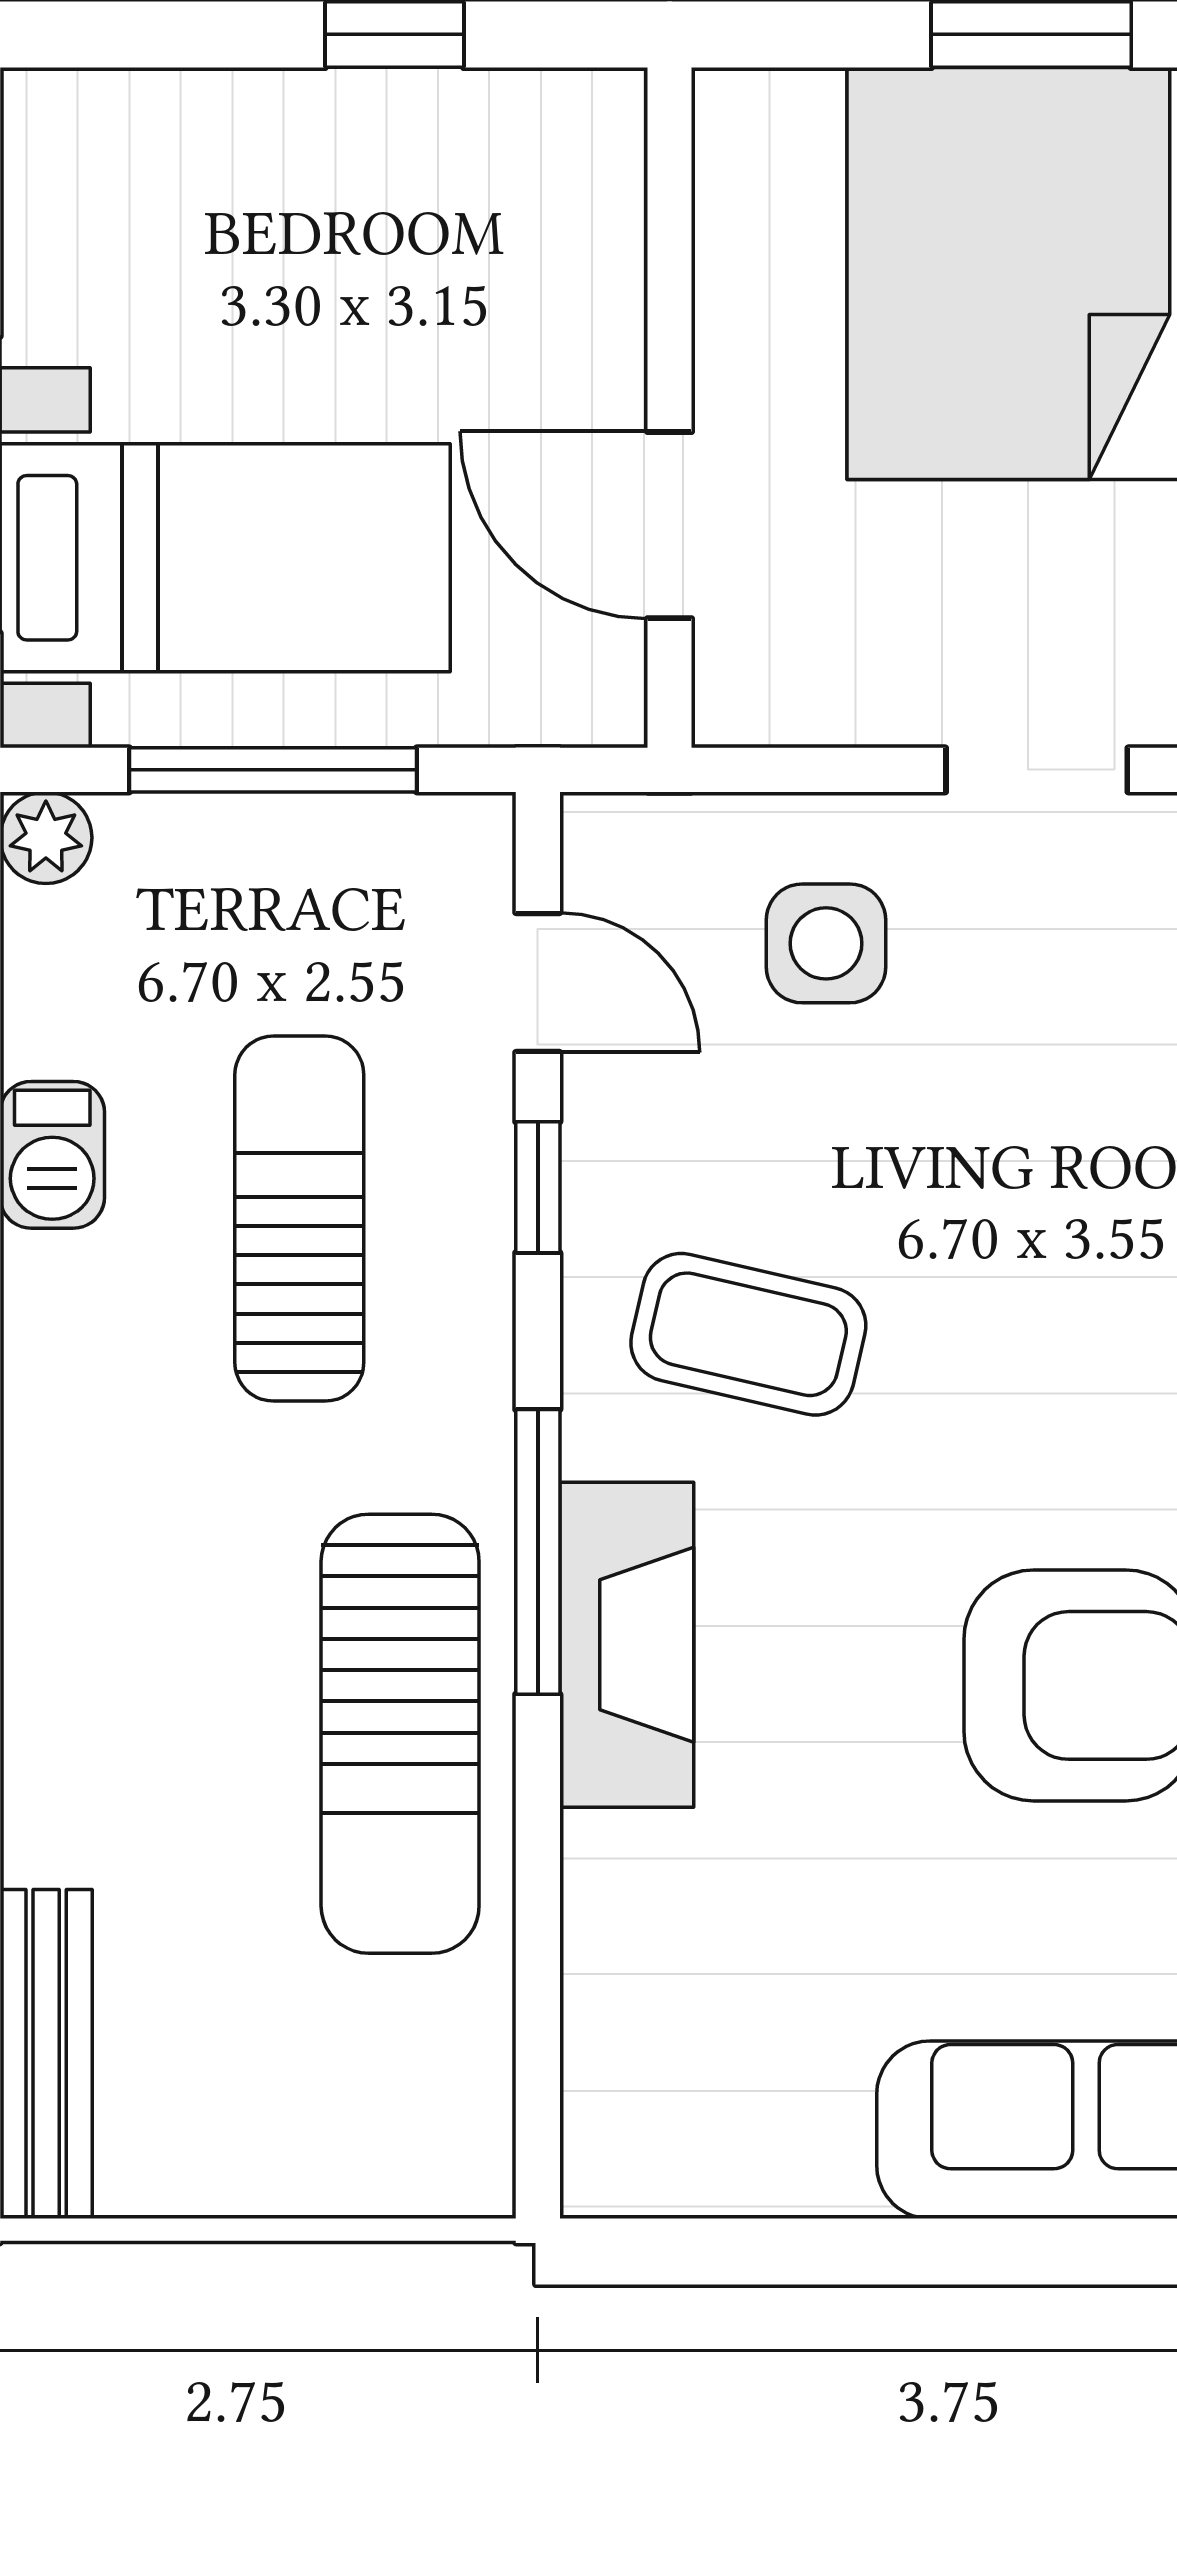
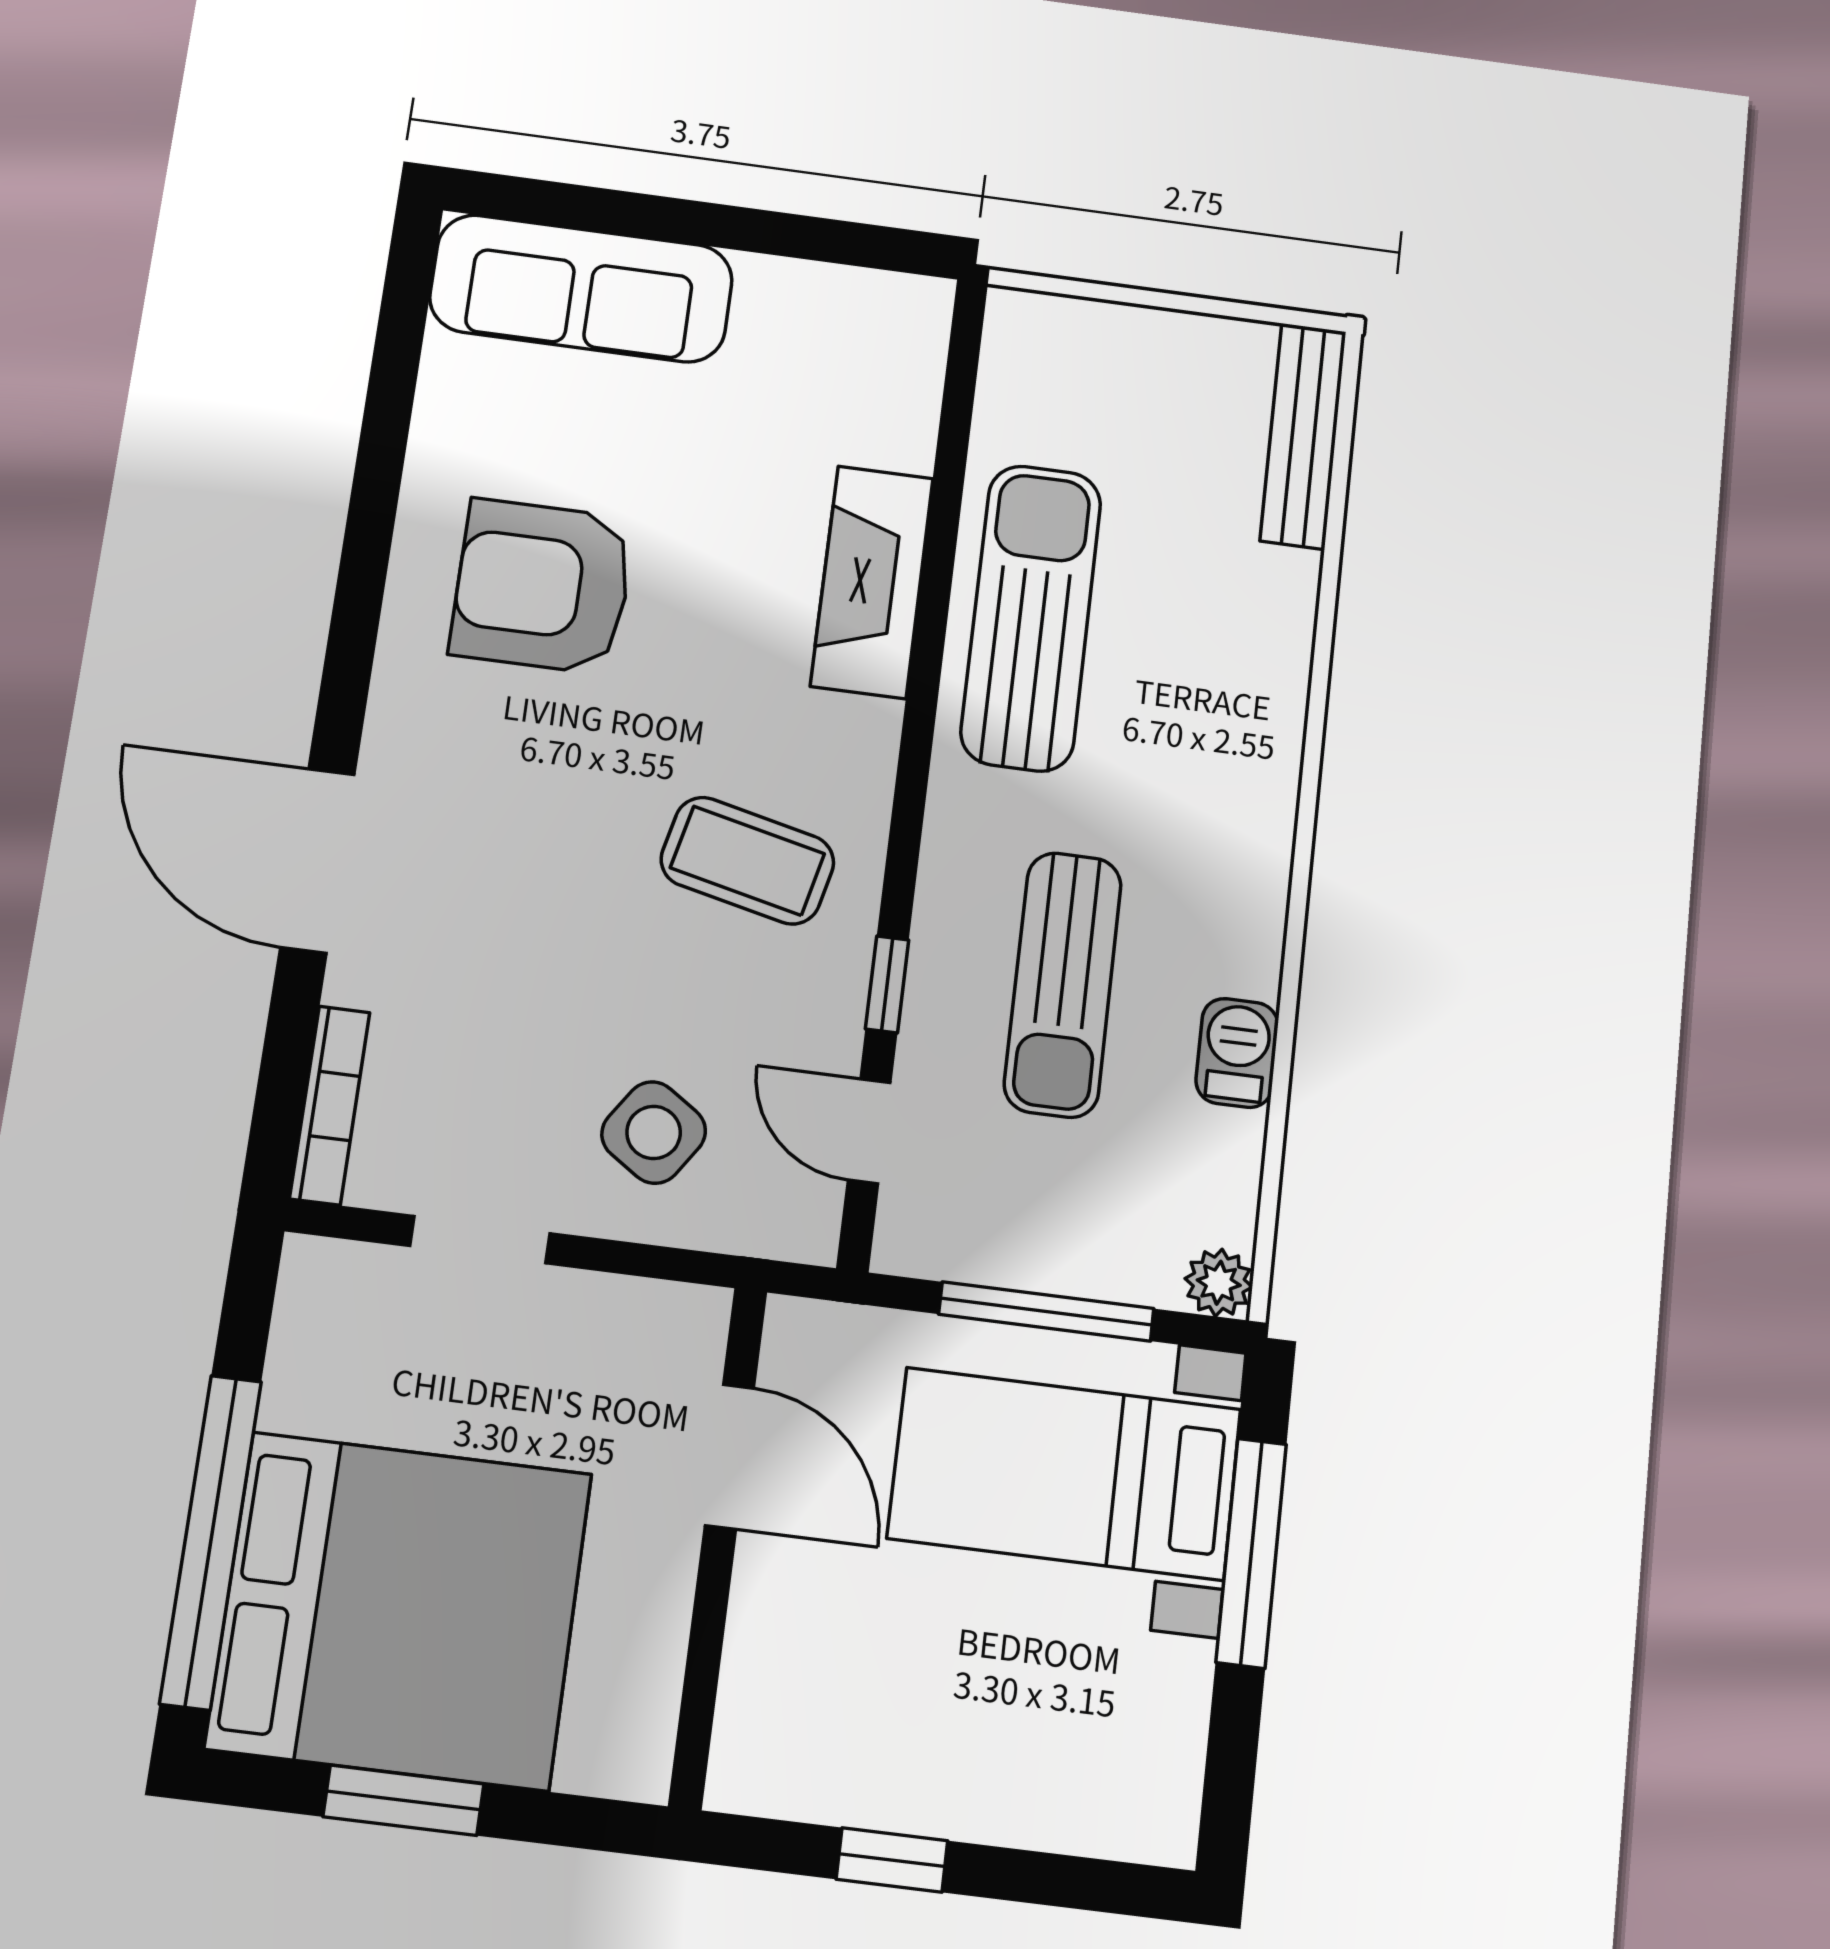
side table: (826, 943) -> (654, 1132), turned 34
window: (538, 1552) -> (918, 729), removed
fireplace: (627, 1645) -> (872, 582), moved

